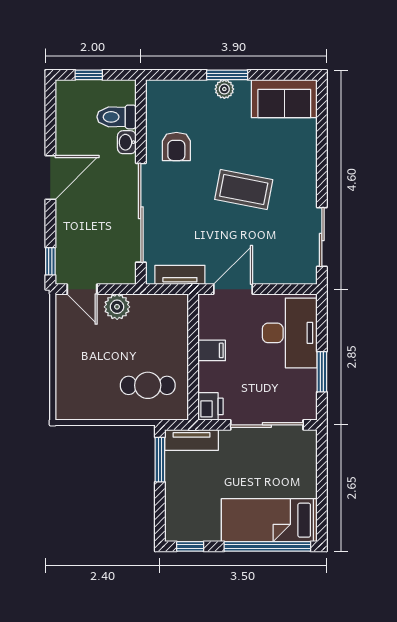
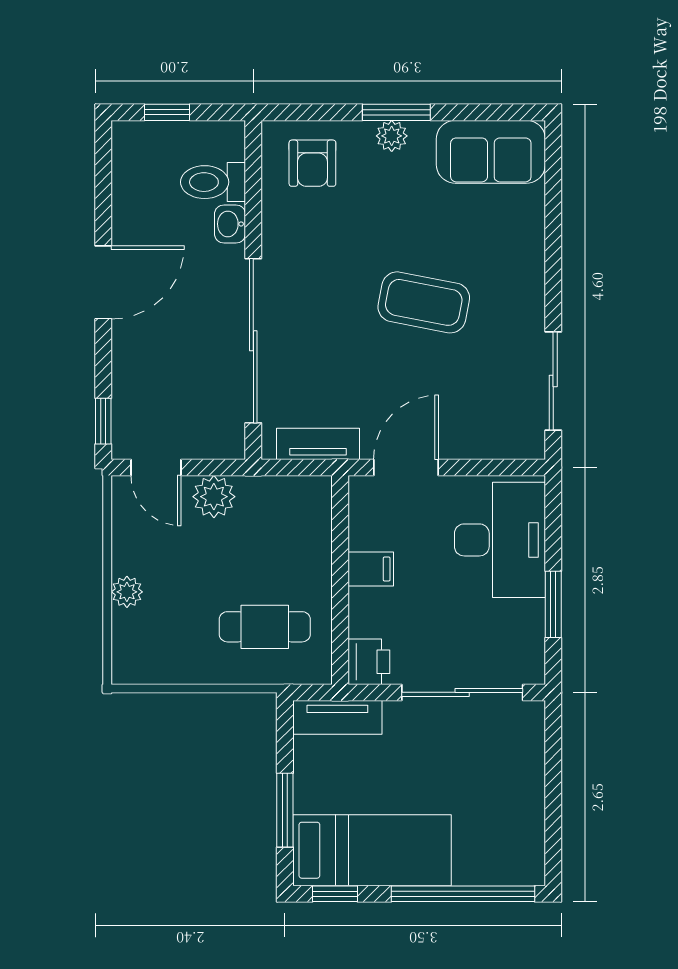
armchair: (176, 146) -> (312, 163), moved
plant: (65, 364) -> (127, 592), added
window: (160, 460) -> (285, 810), moved
bed: (269, 520) -> (372, 850), moved, turned 180

